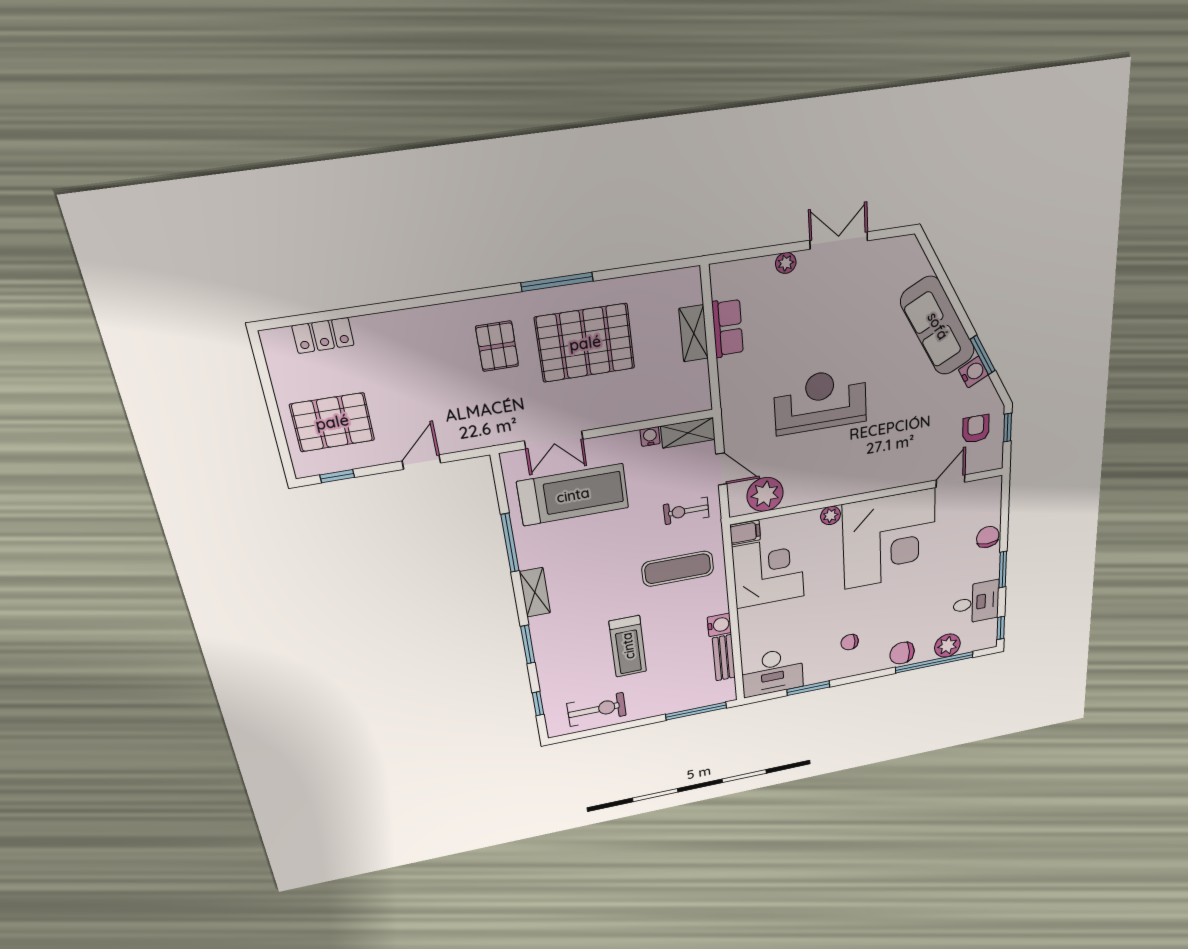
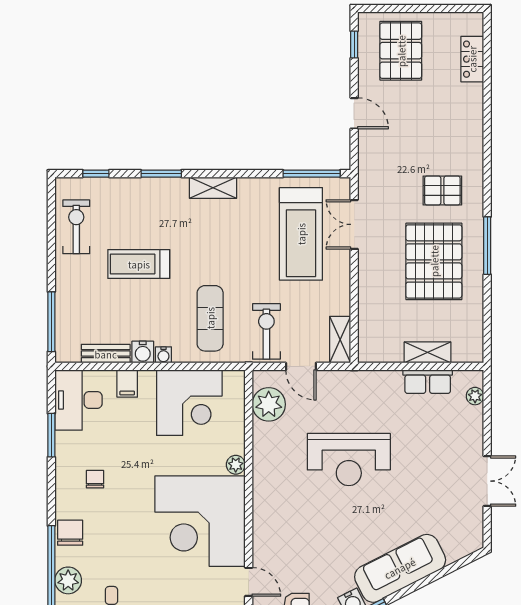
plant: (786, 263) -> (475, 396), moved
reception desk: (820, 401) -> (349, 460), turned 90
water cooler: (650, 436) -> (163, 355), moved, turned 90
door: (721, 469) -> (301, 366), hinge flipped
exercise bike: (686, 511) -> (266, 331), width x1.38, depth x1.39
filing cabinet: (745, 533) -> (127, 383), moved
window: (510, 543) -> (312, 174), moved
exercise bike: (597, 709) -> (76, 227), turned 180

